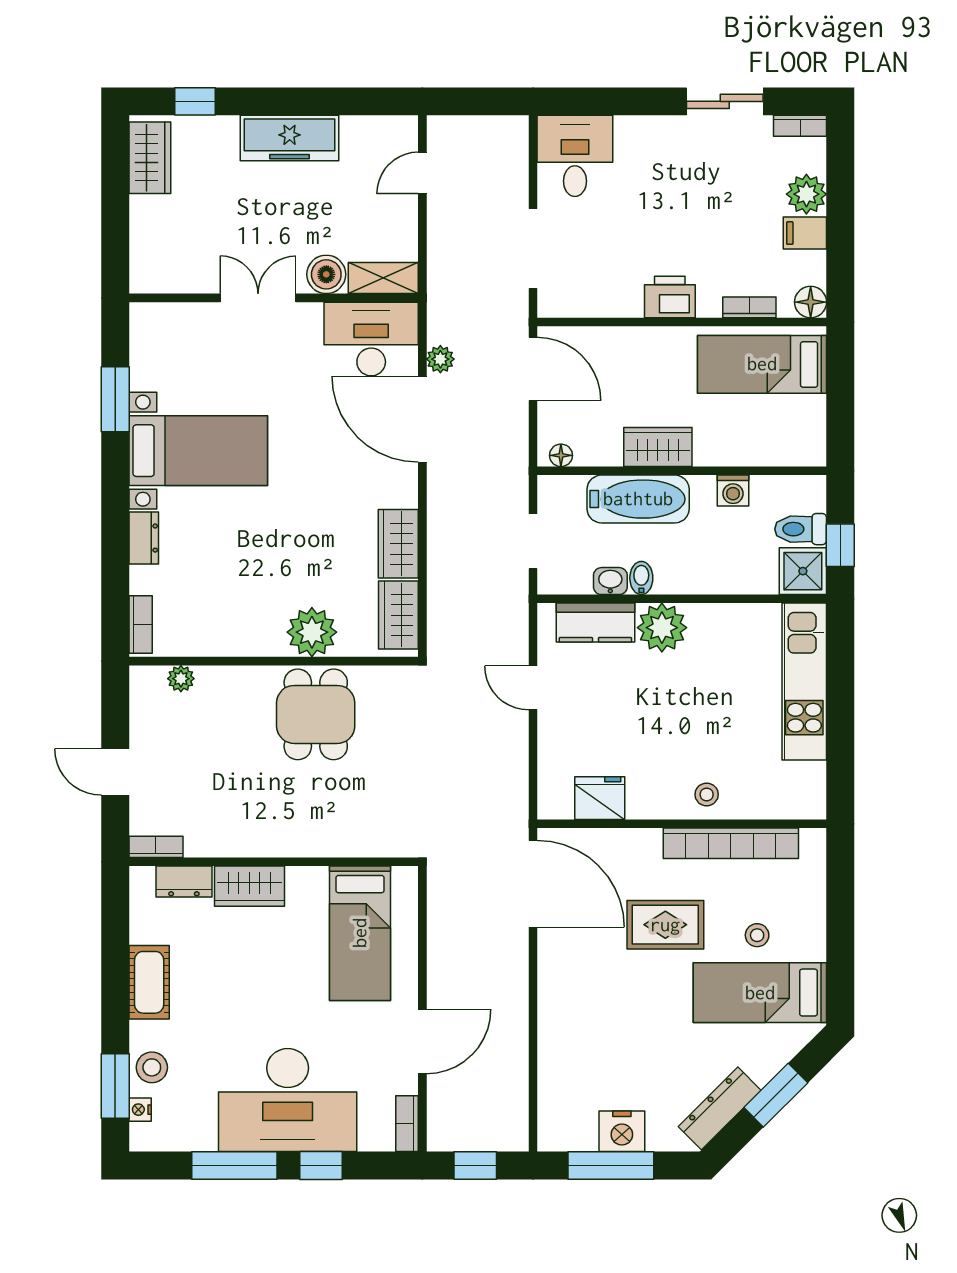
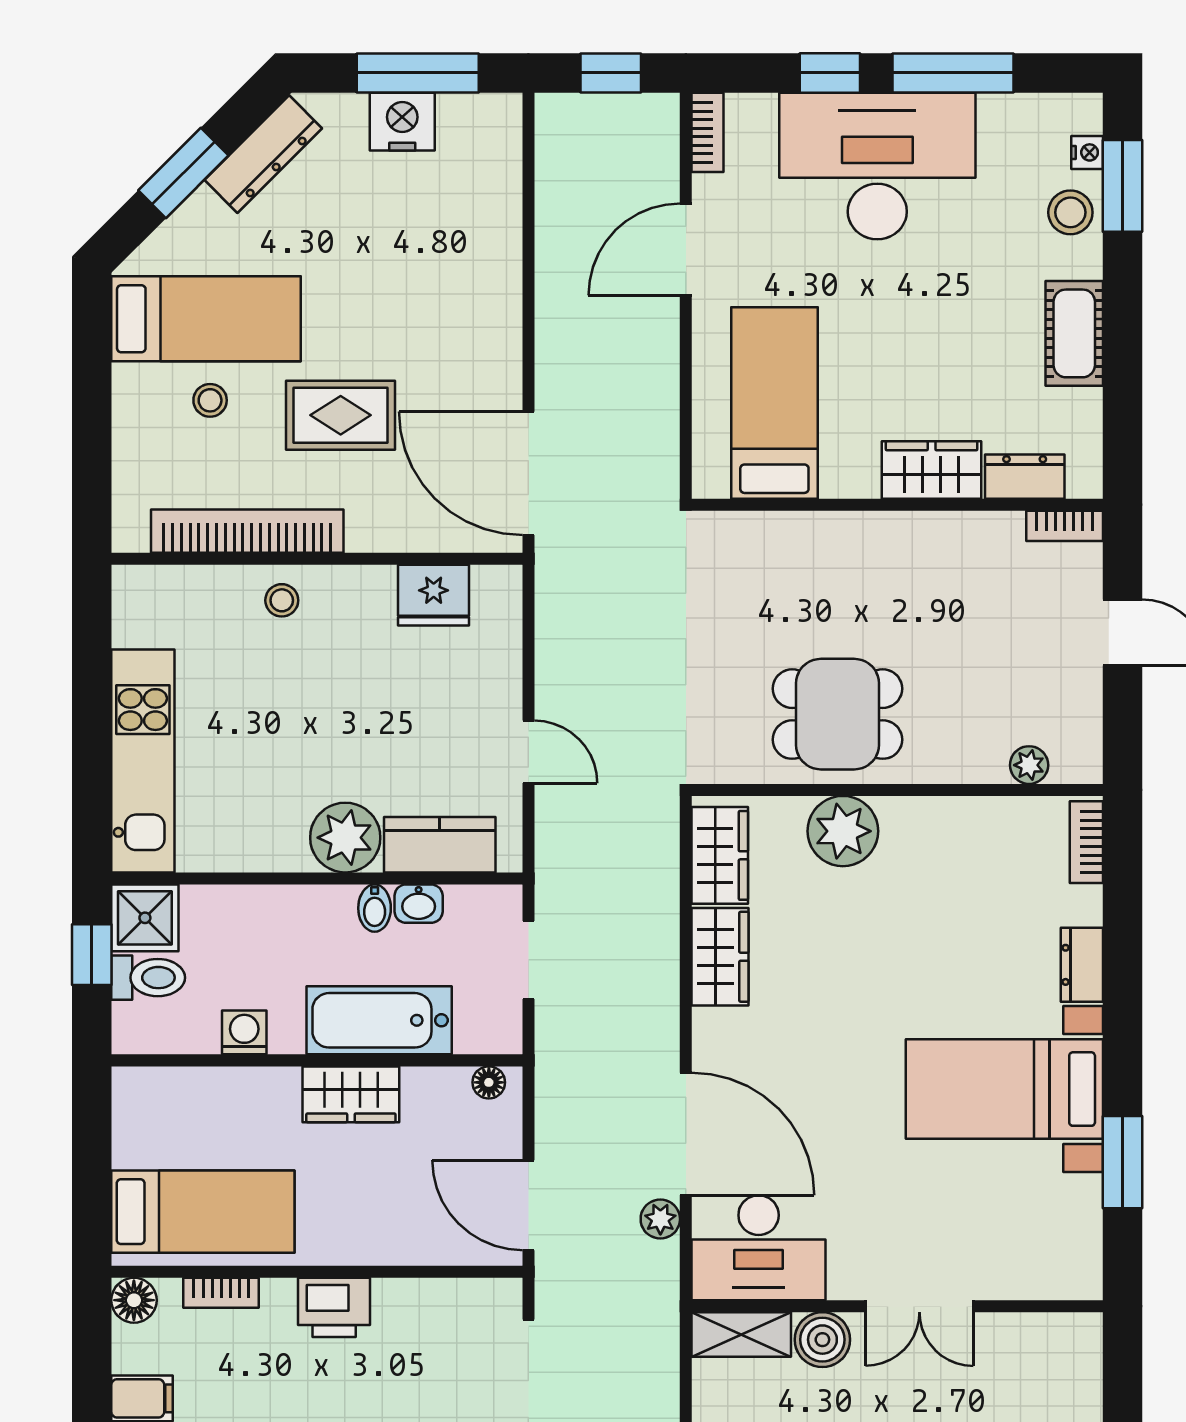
dining table: (316, 714) -> (837, 714), turned 90

